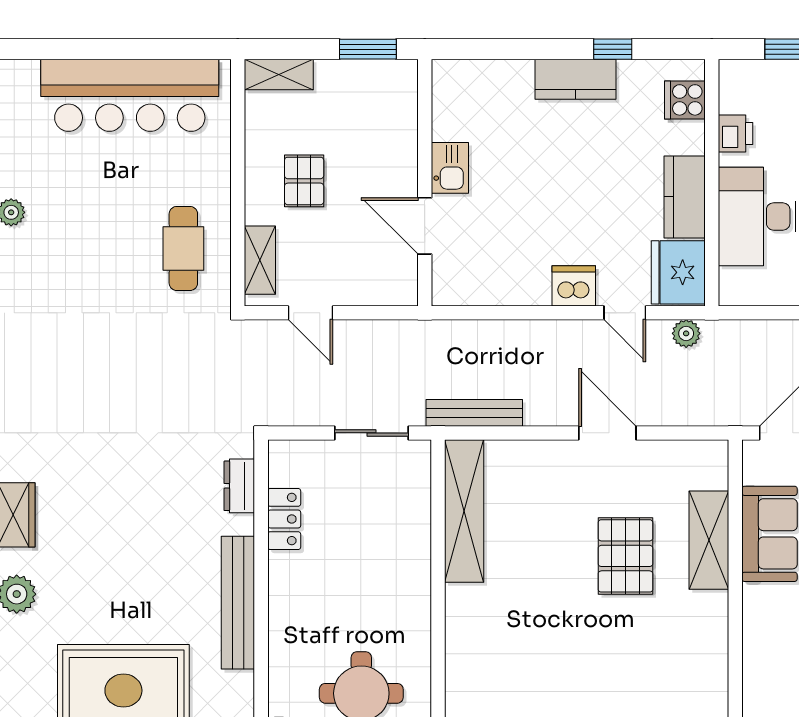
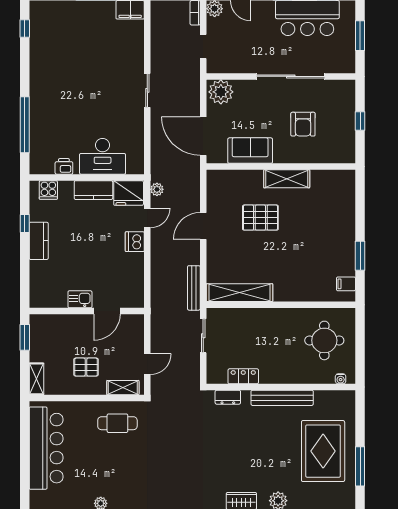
shelving: (709, 540) -> (287, 179), moved

